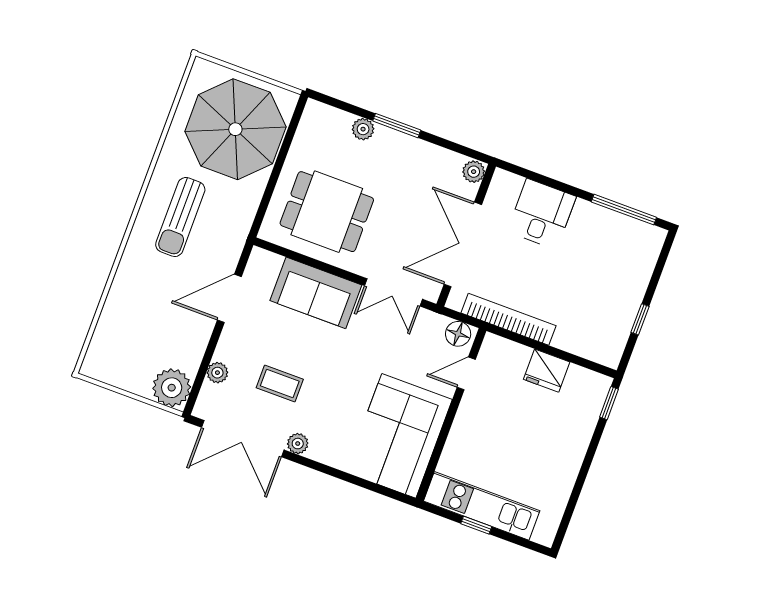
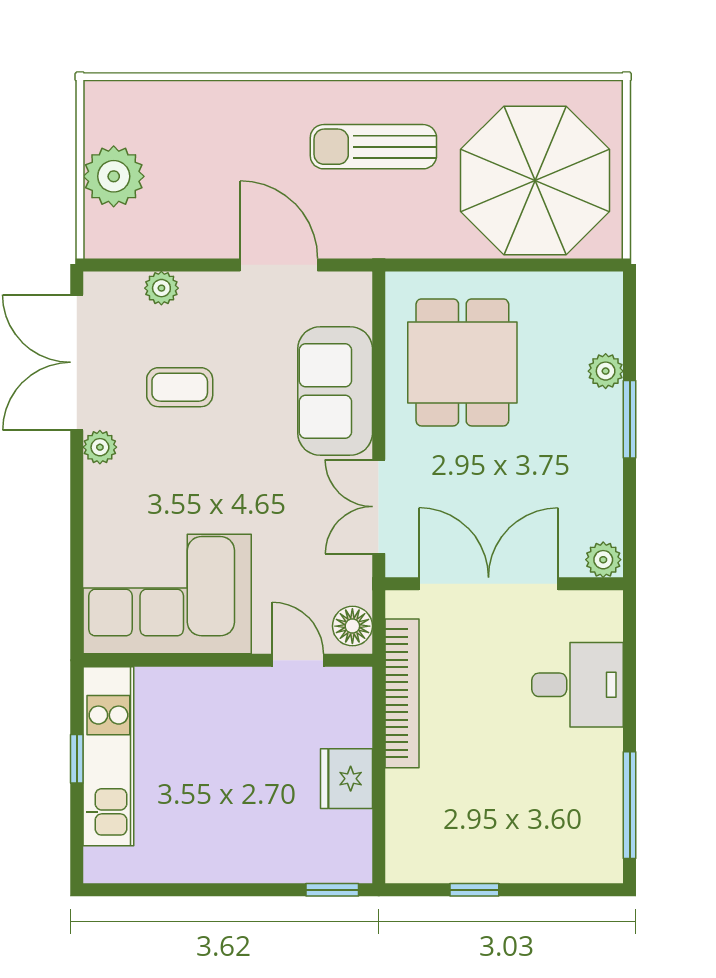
coffee table: (280, 384) -> (180, 387), turned 90
plant: (172, 388) -> (114, 176), moved

